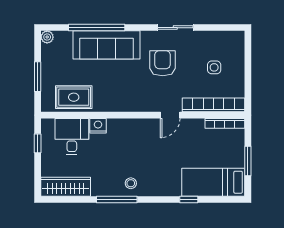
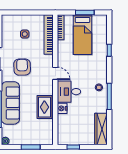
armchair: (163, 63) -> (22, 67), turned 89
rug: (74, 97) -> (44, 107), moved
door: (170, 115) -> (55, 73), moved
desk: (72, 136) -> (69, 92), moved
bed: (213, 182) -> (82, 35), moved

